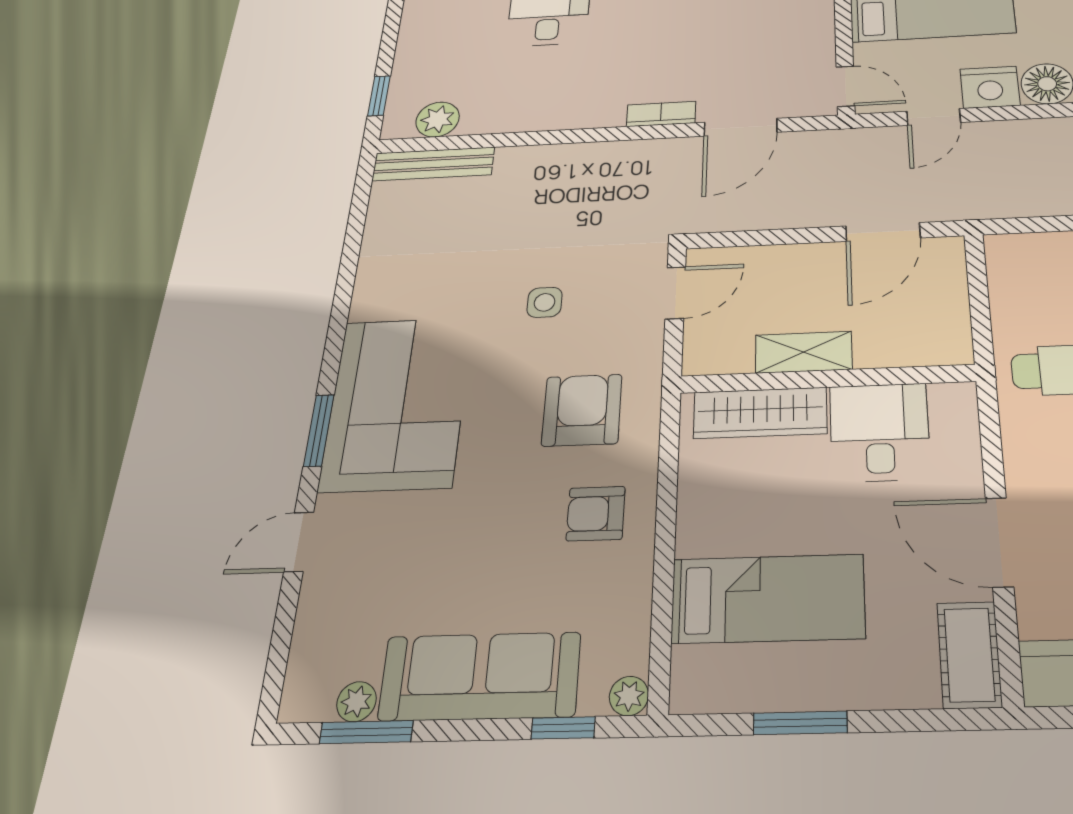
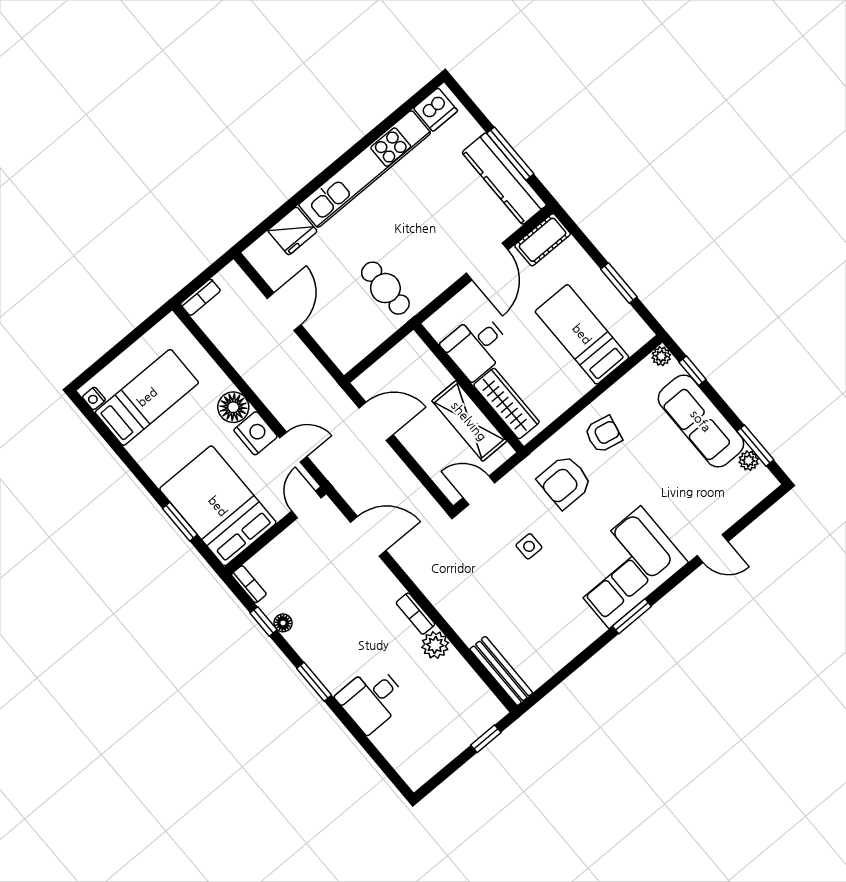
bookcase: (661, 114) -> (415, 614), moved
plant: (438, 119) -> (435, 645), moved
shelving: (804, 352) -> (469, 421), width x1.50, depth x1.33
window: (319, 430) -> (632, 616), moved
armchair: (596, 514) -> (603, 434), turned -78

